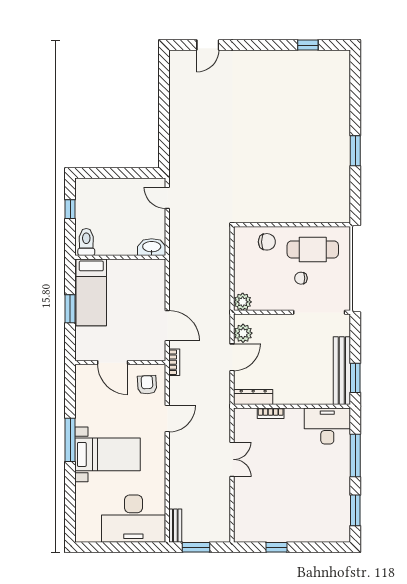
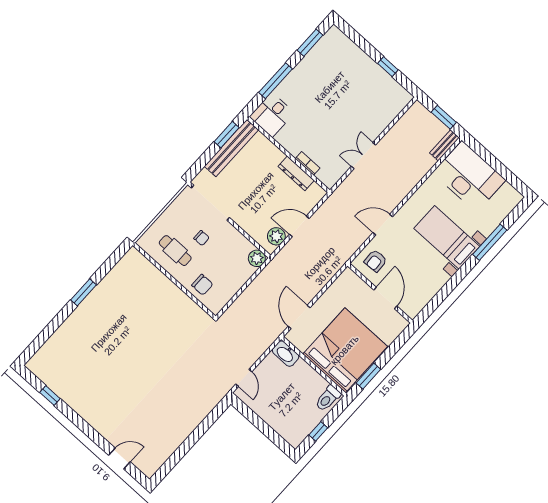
chair: (267, 242) -> (202, 285), turned 180
cafe table: (313, 249) -> (175, 251), width x0.73, depth x0.74
bed: (91, 292) -> (345, 350), width x2.04
window: (70, 309) -> (368, 376), moved
door: (167, 326) -> (299, 317), moved
bookcase: (174, 362) -> (342, 259), removed
dresser: (253, 397) -> (296, 173), moved
desk: (327, 426) -> (272, 115), width x0.73
window: (70, 440) -> (490, 242), moved

